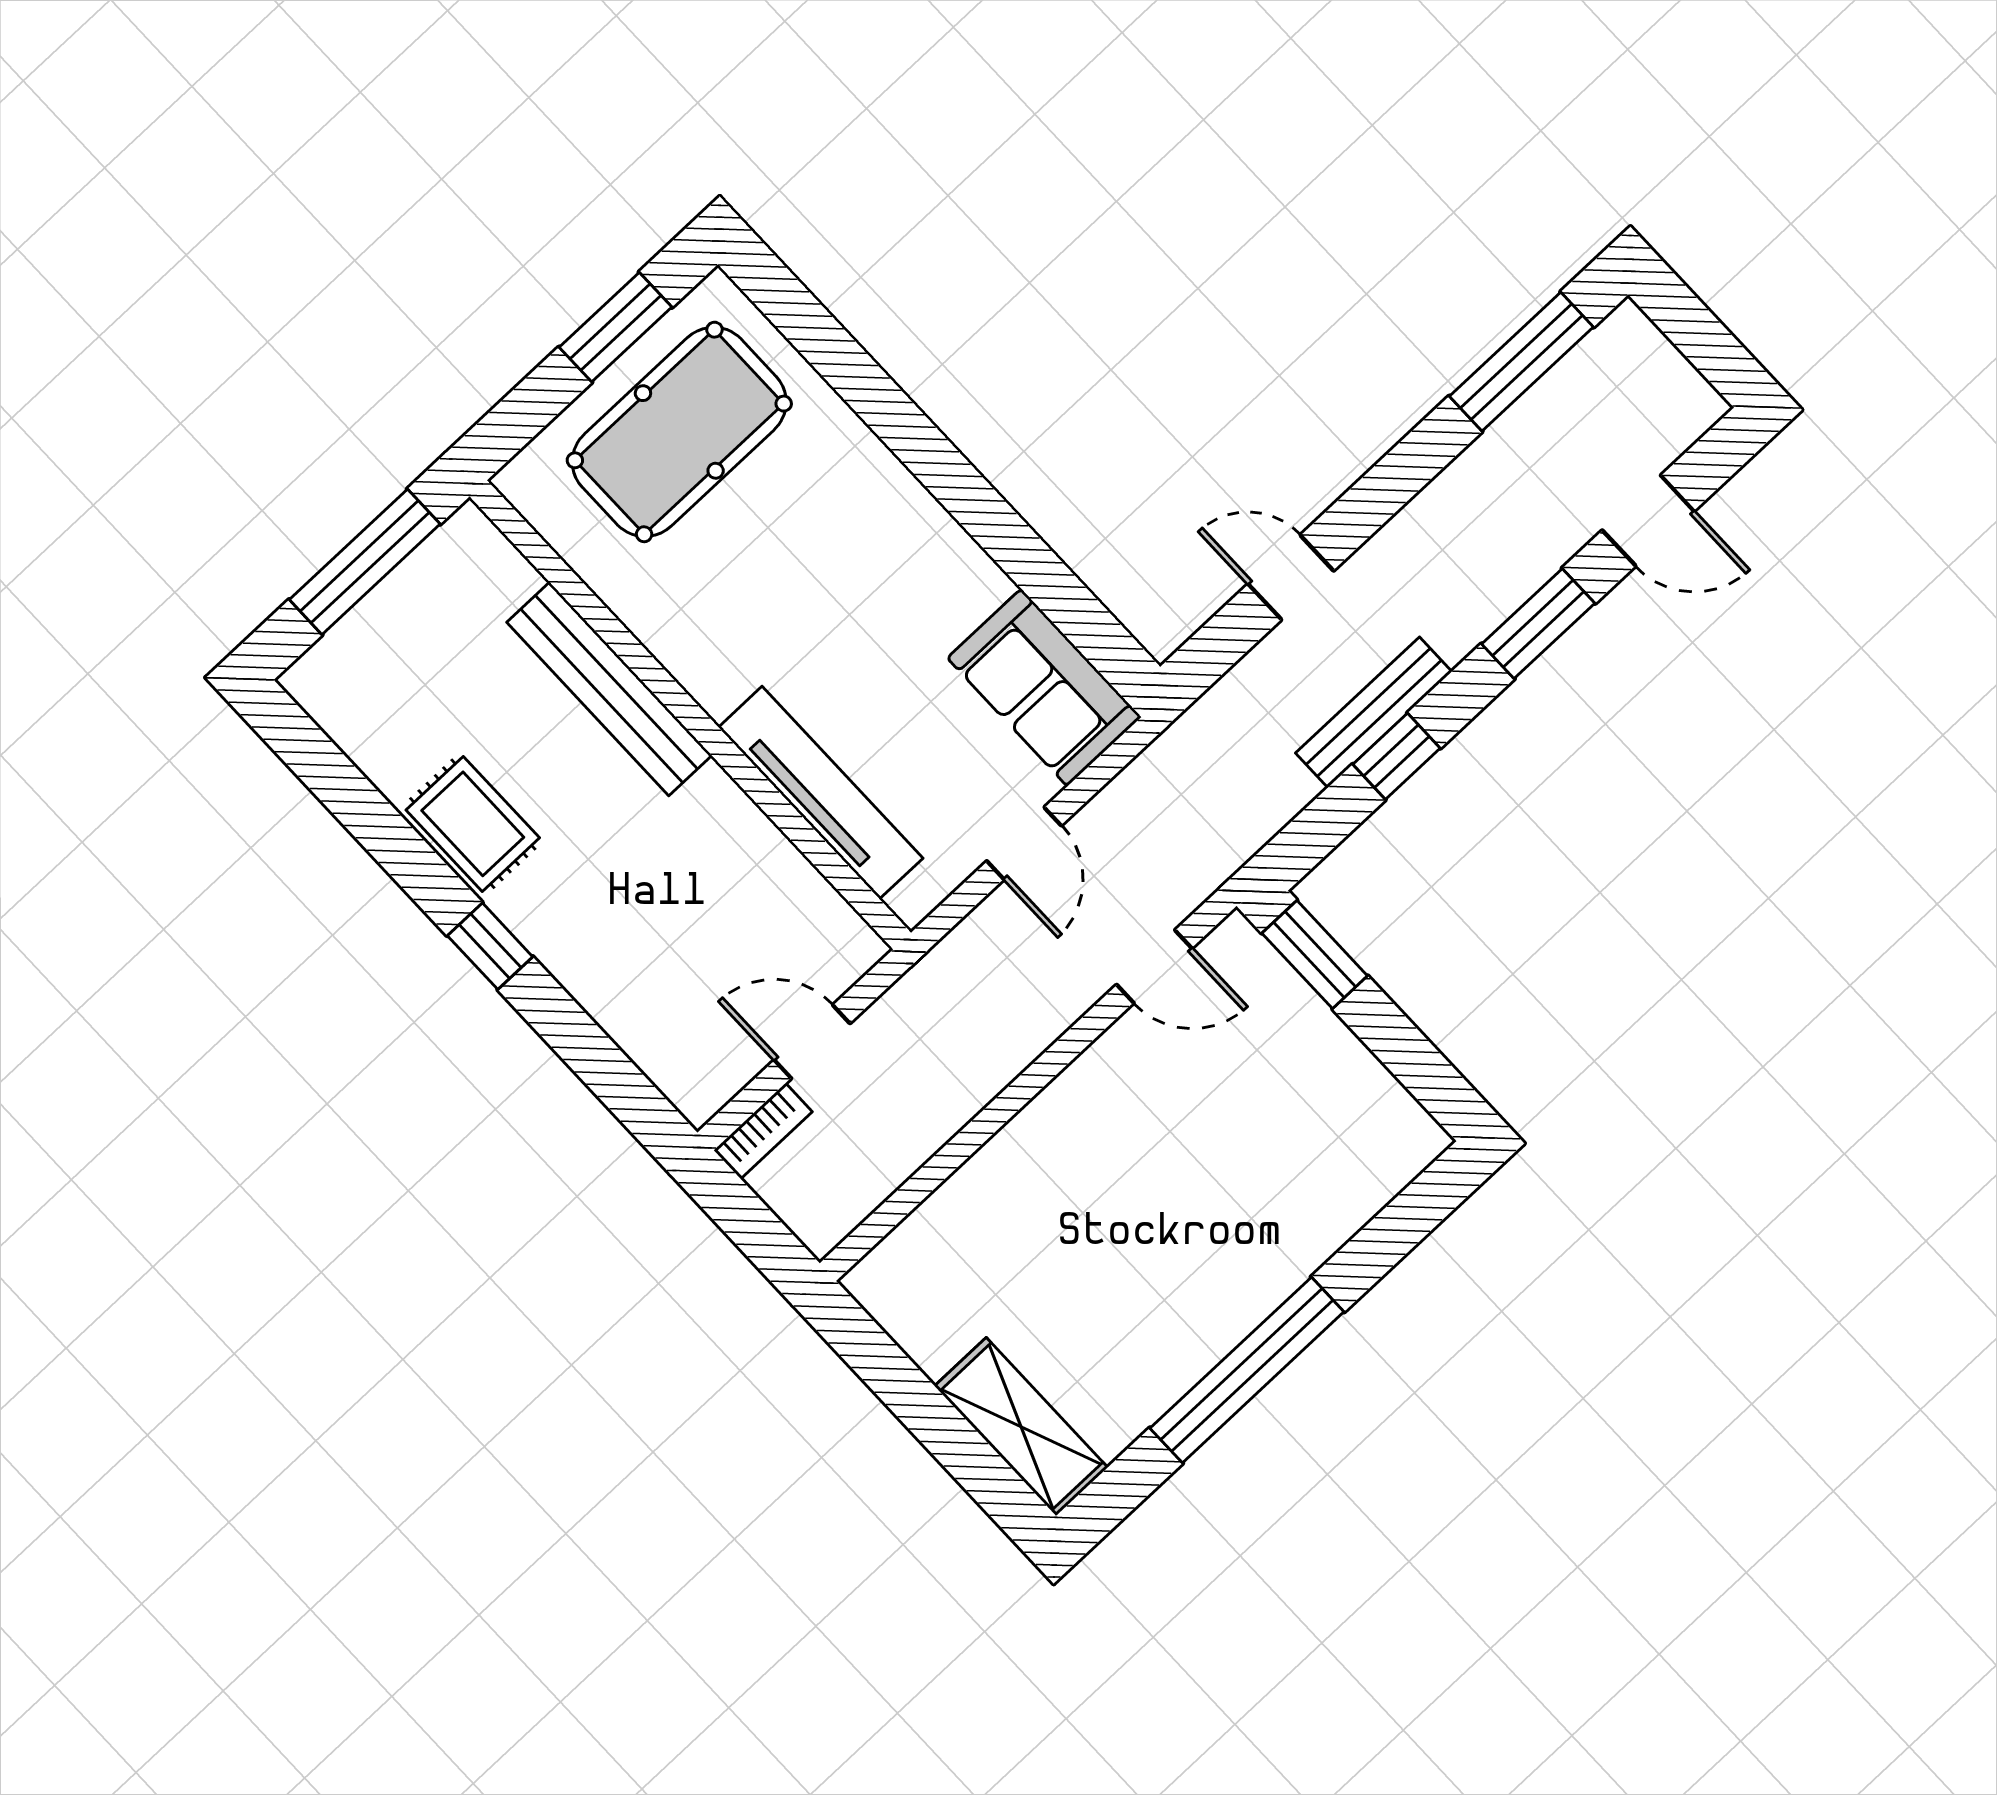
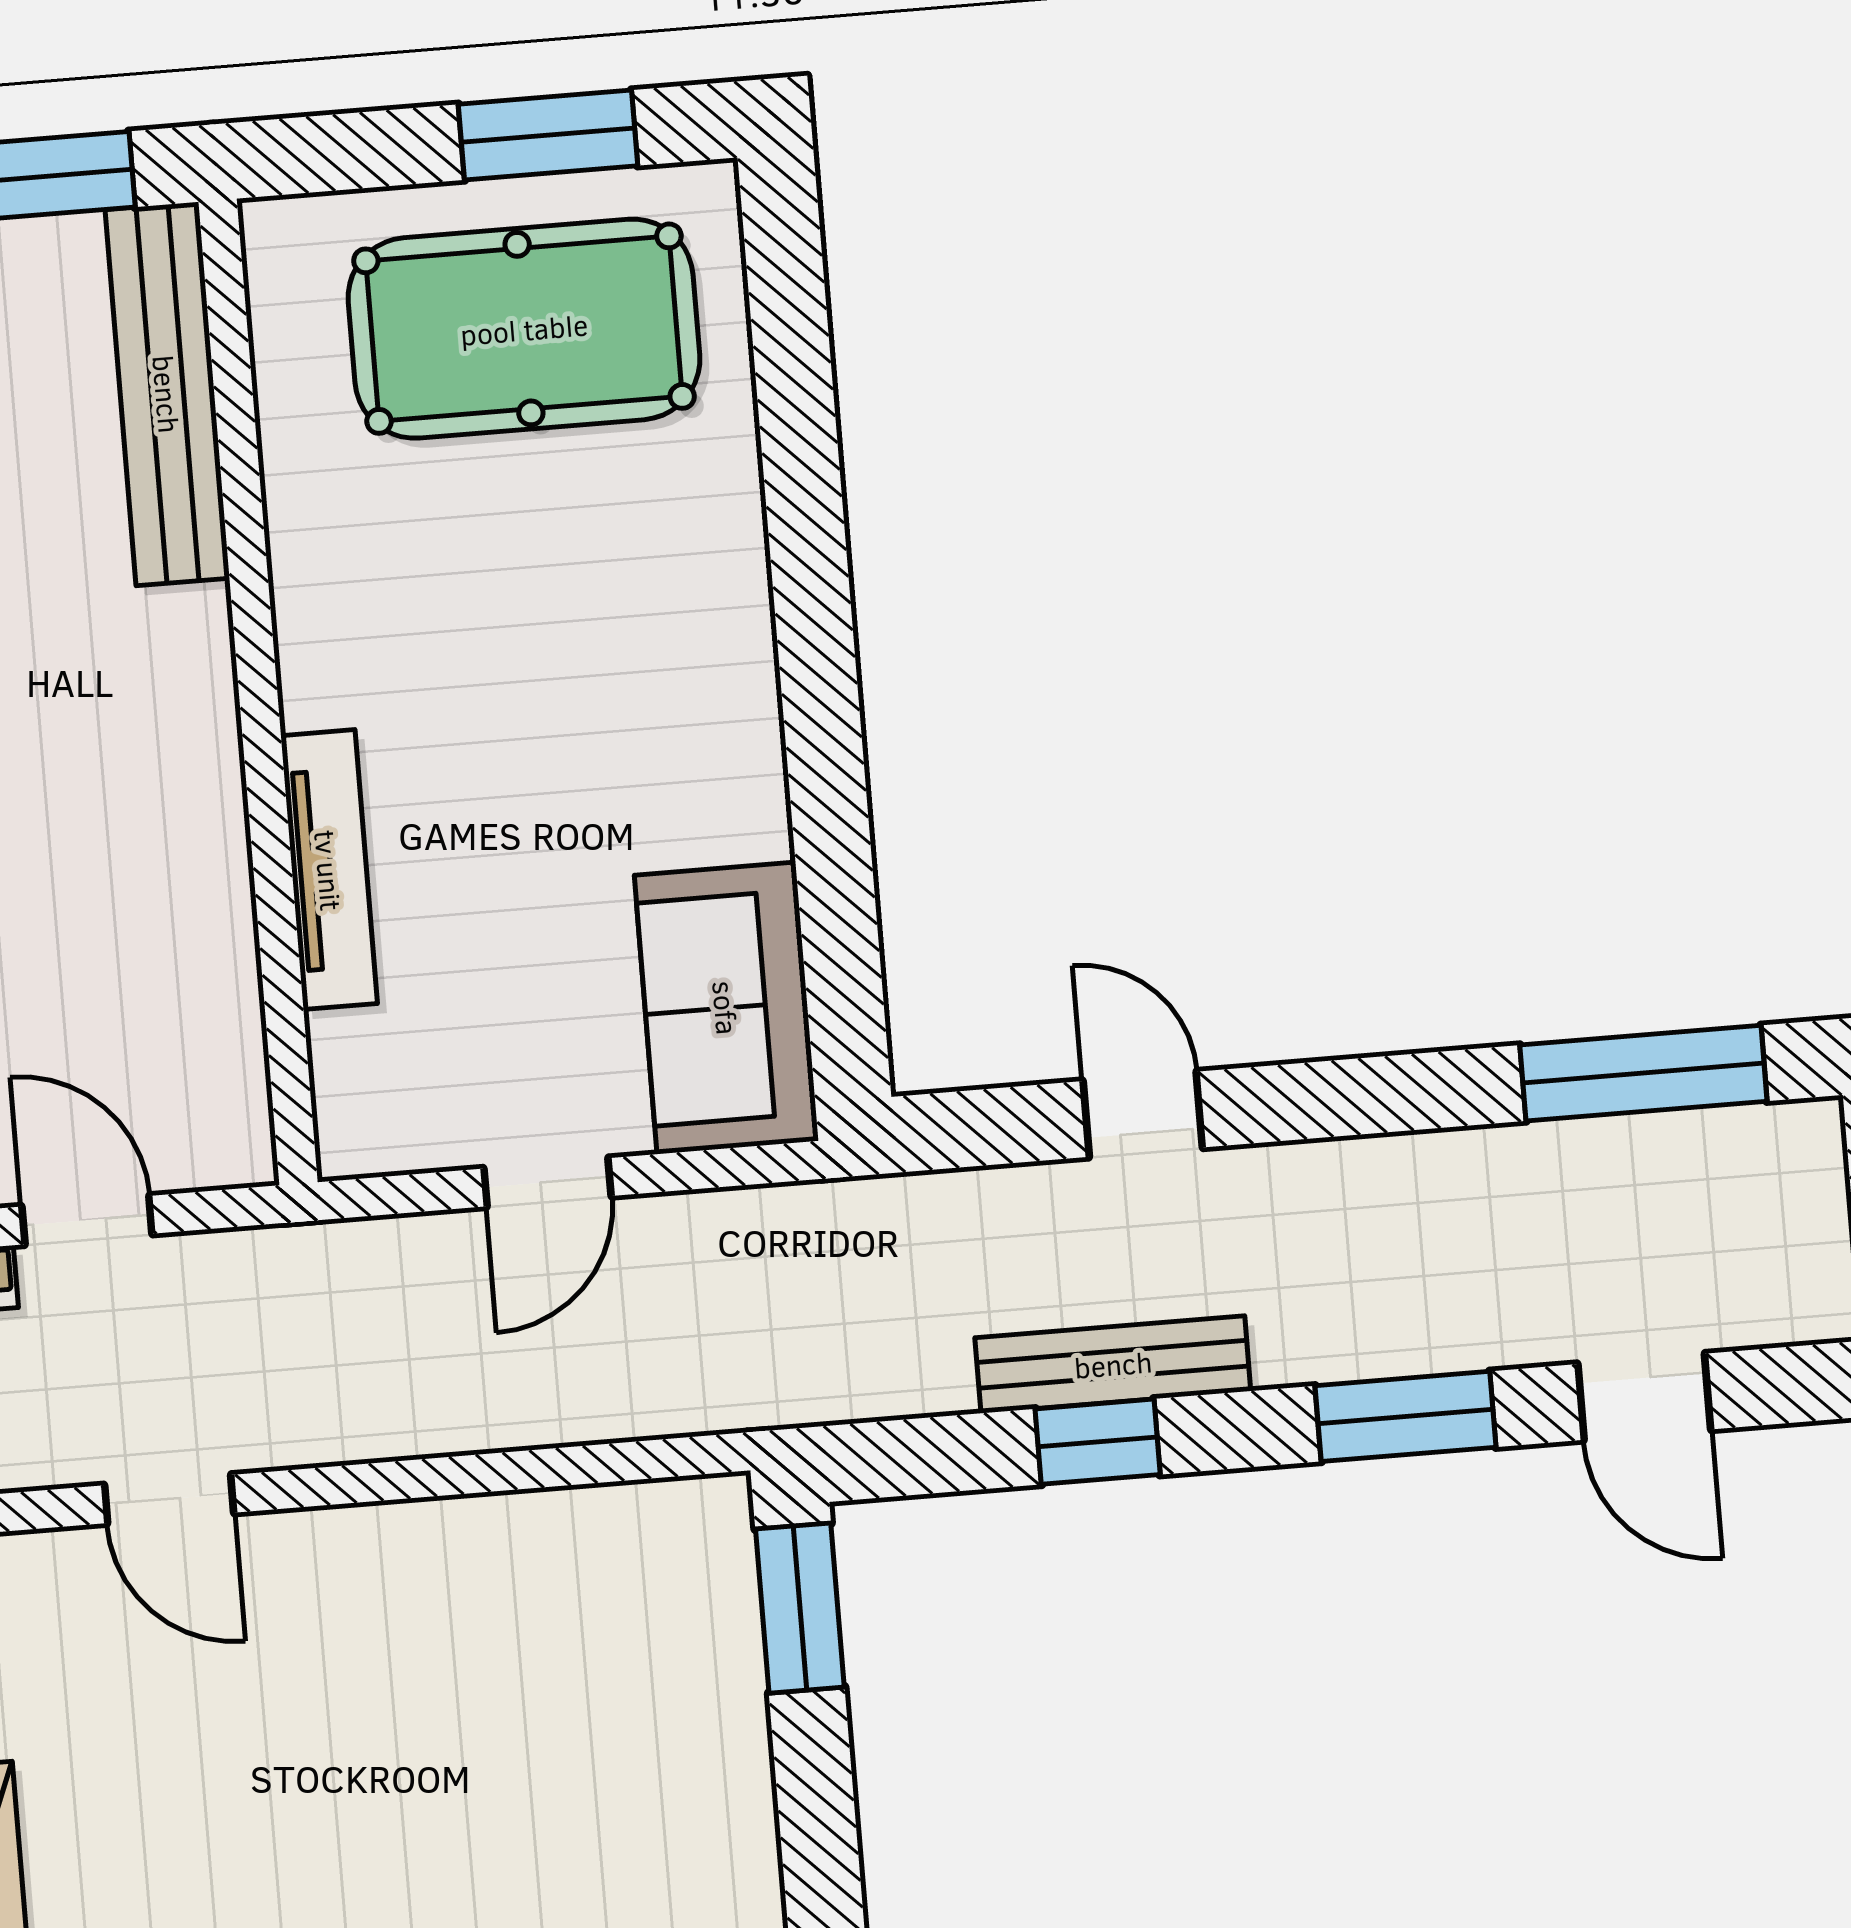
bench: (609, 689) -> (167, 394), moved
tv unit: (821, 793) -> (329, 870), width x0.73, depth x0.78
door: (1154, 966) -> (169, 1499), moved

